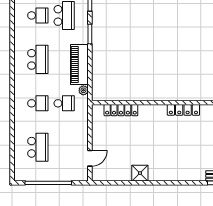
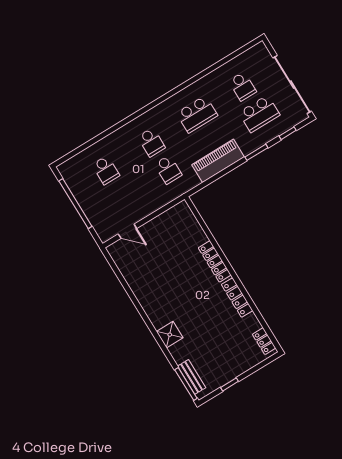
plant: (83, 90) -> (194, 181), removed
locker: (121, 110) -> (215, 261), moved
school desk: (38, 147) -> (106, 170), width x0.54
shower: (140, 173) -> (170, 335), moved

